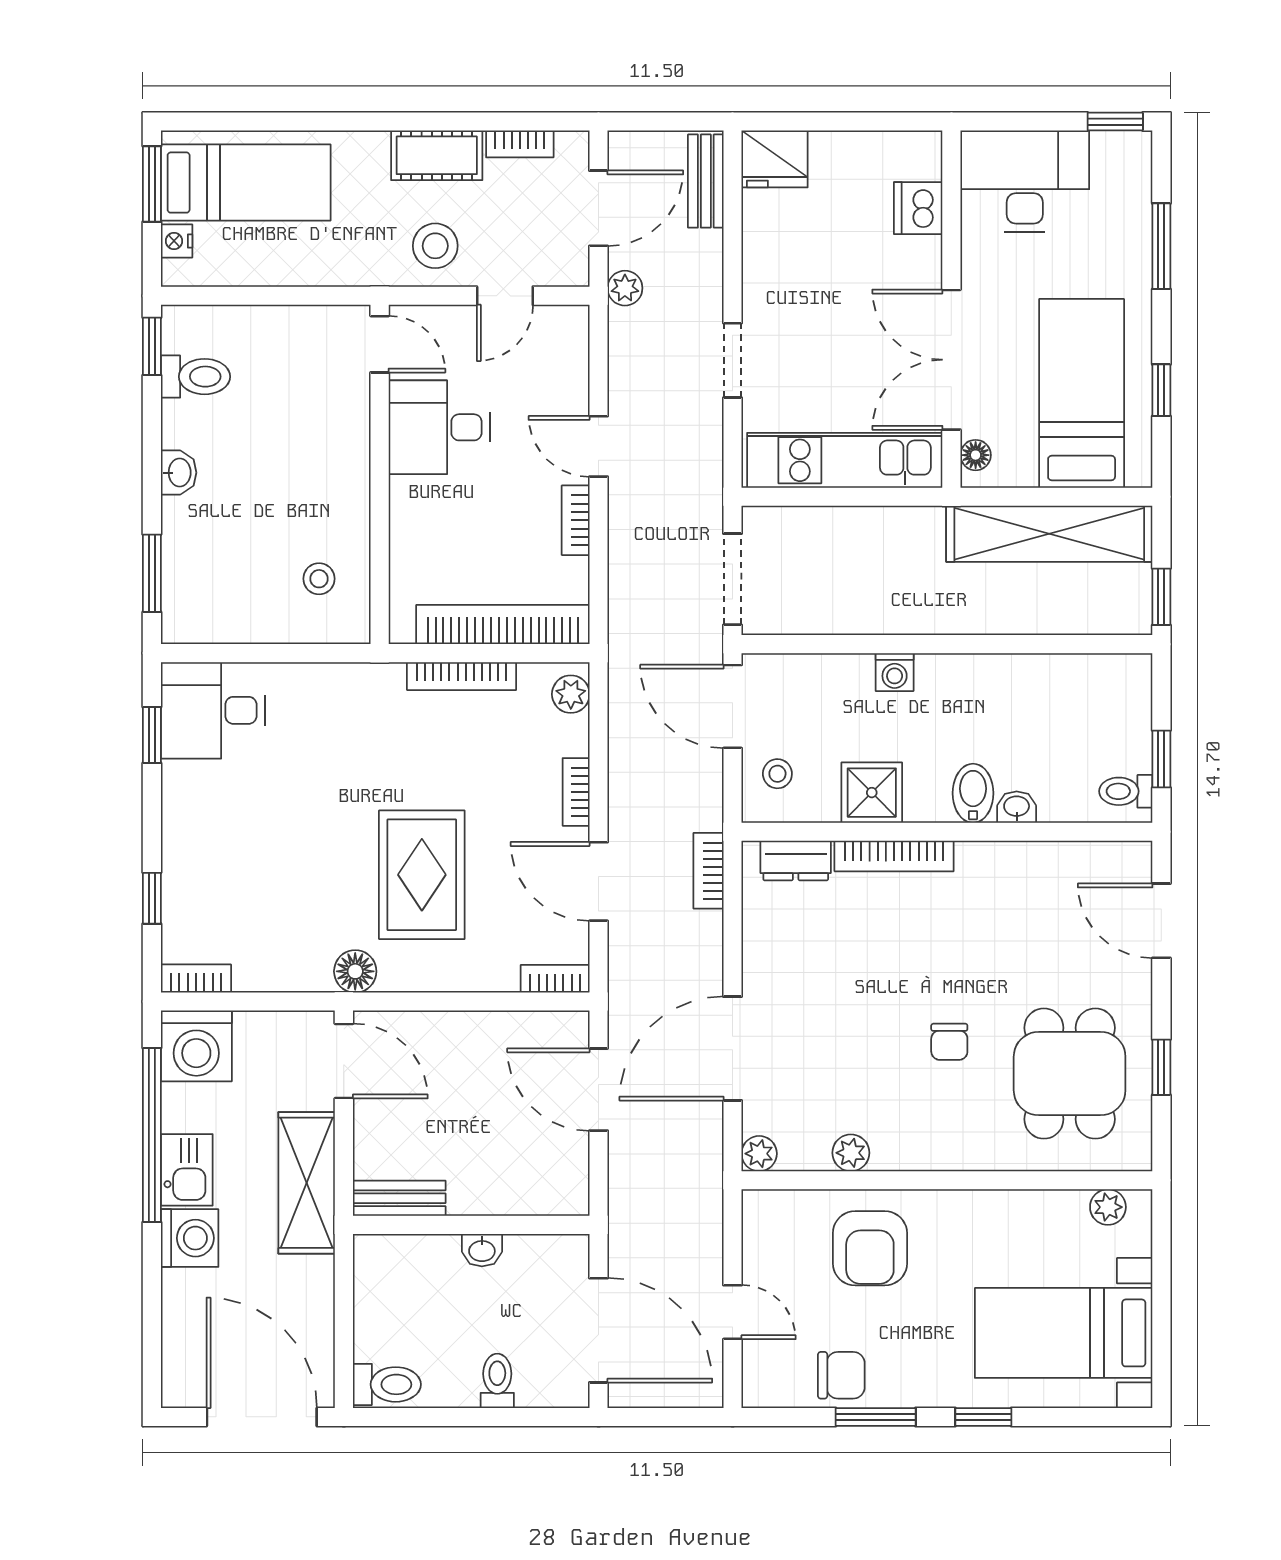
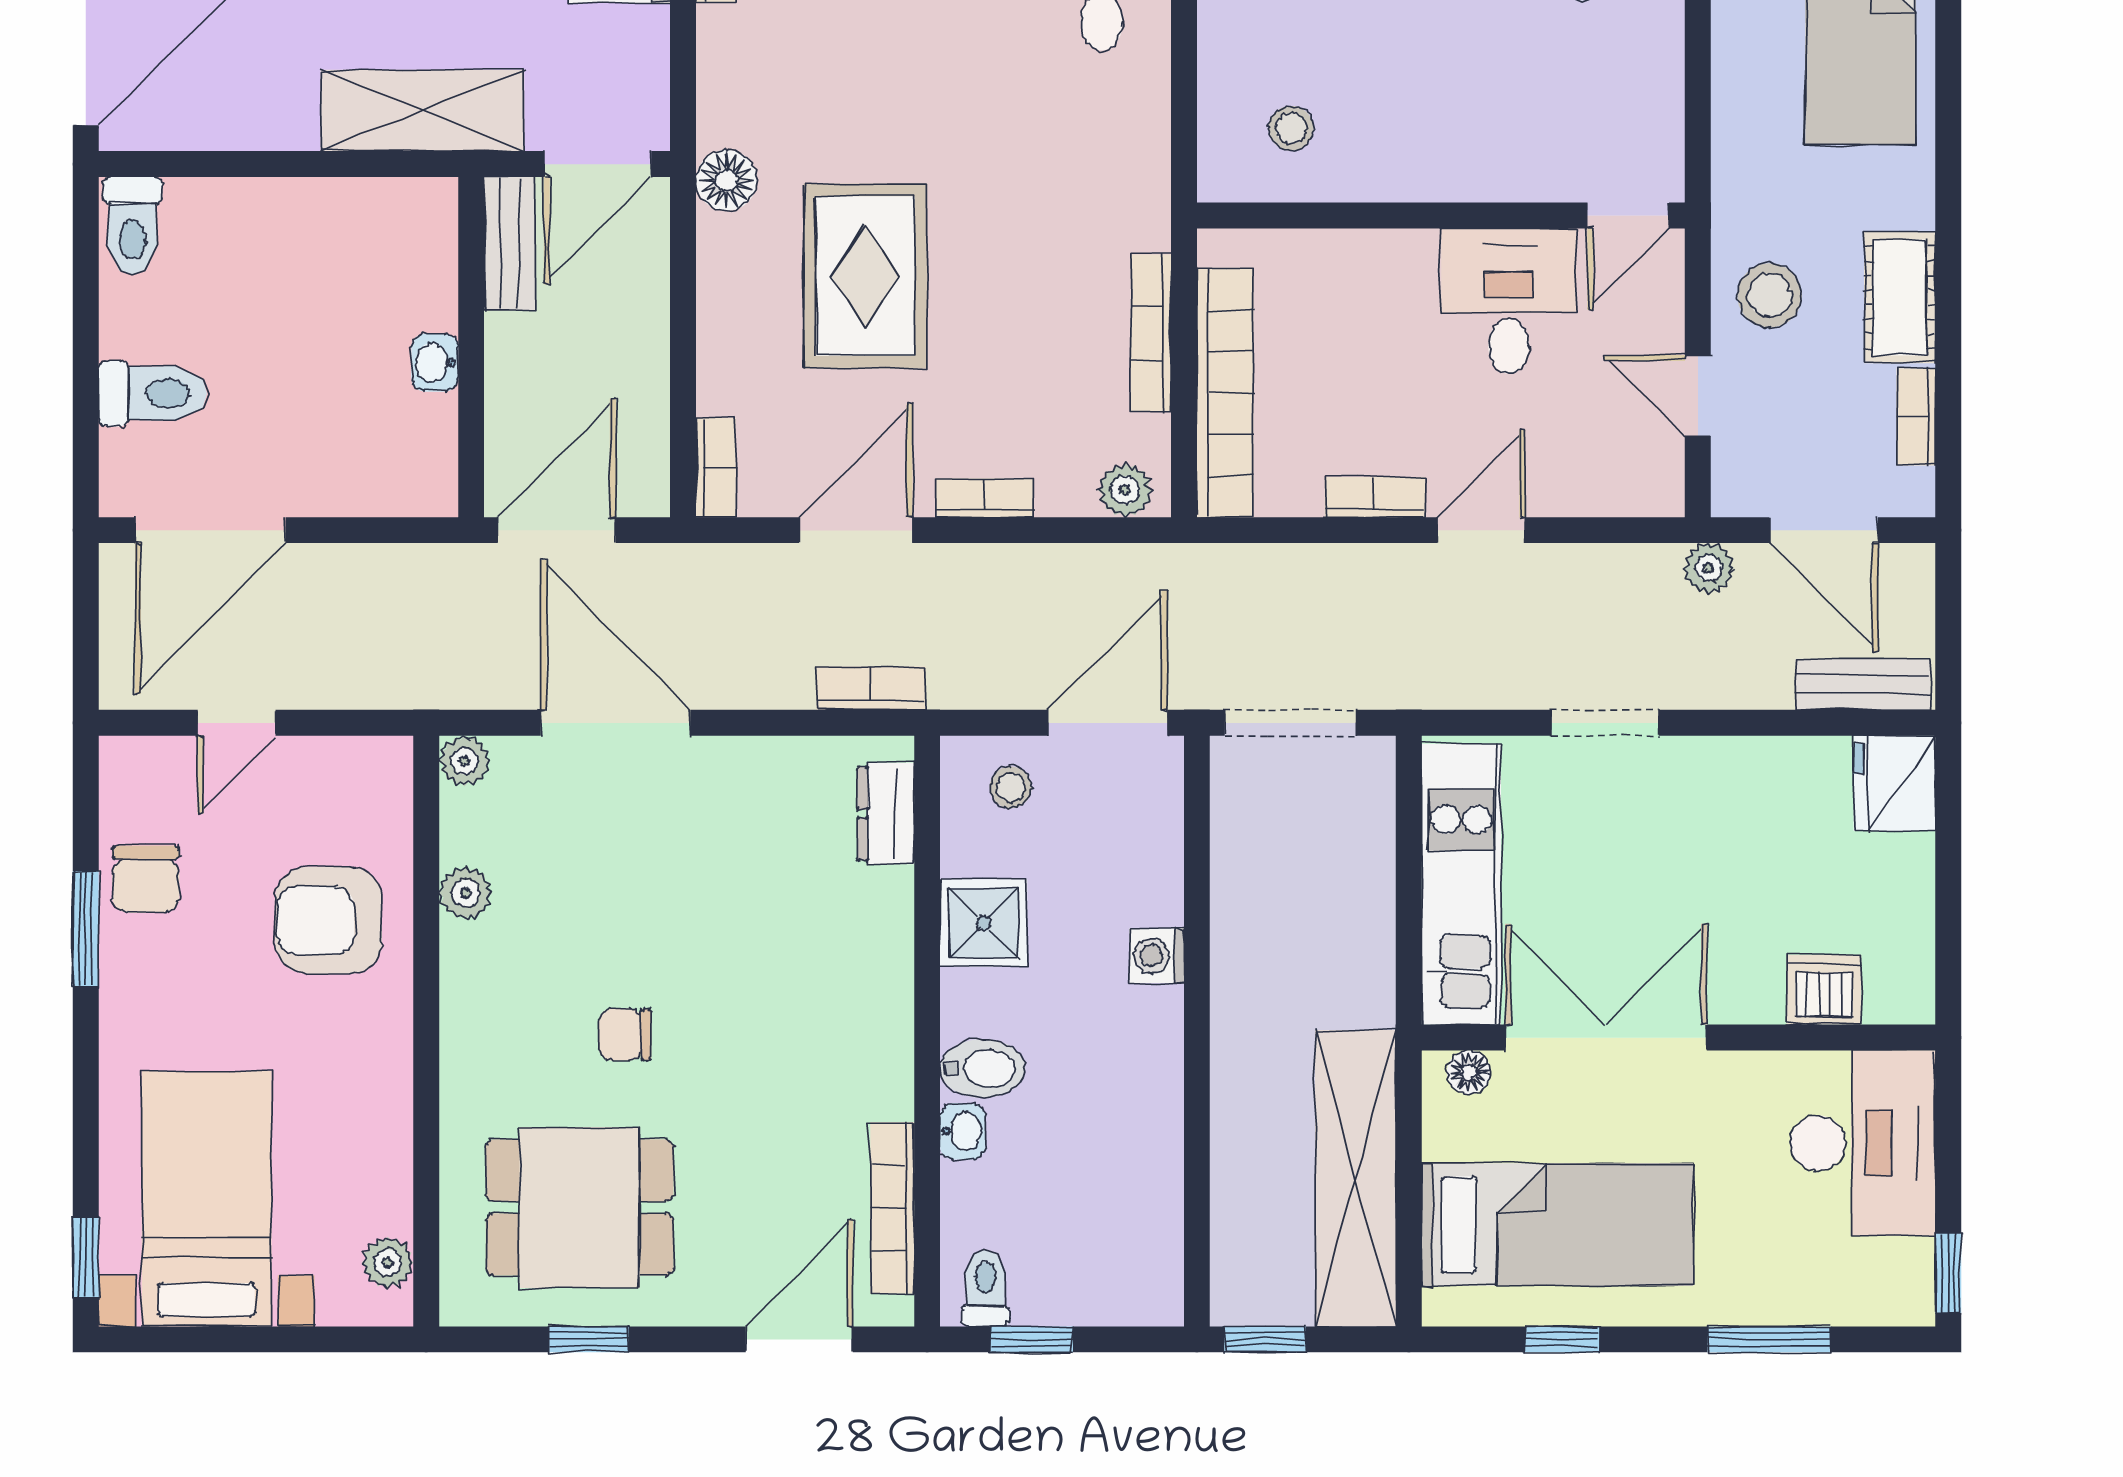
bookcase: (894, 856) -> (892, 1208), moved
rug: (422, 875) -> (865, 276), turned 90
bench: (399, 1198) -> (509, 244), moved
wall: (471, 1225) -> (471, 347), moved
washbasin: (482, 1250) -> (435, 363), moved
toilet: (497, 1381) -> (153, 393), width x1.37, depth x1.39
window: (983, 1417) -> (86, 1257), moved

